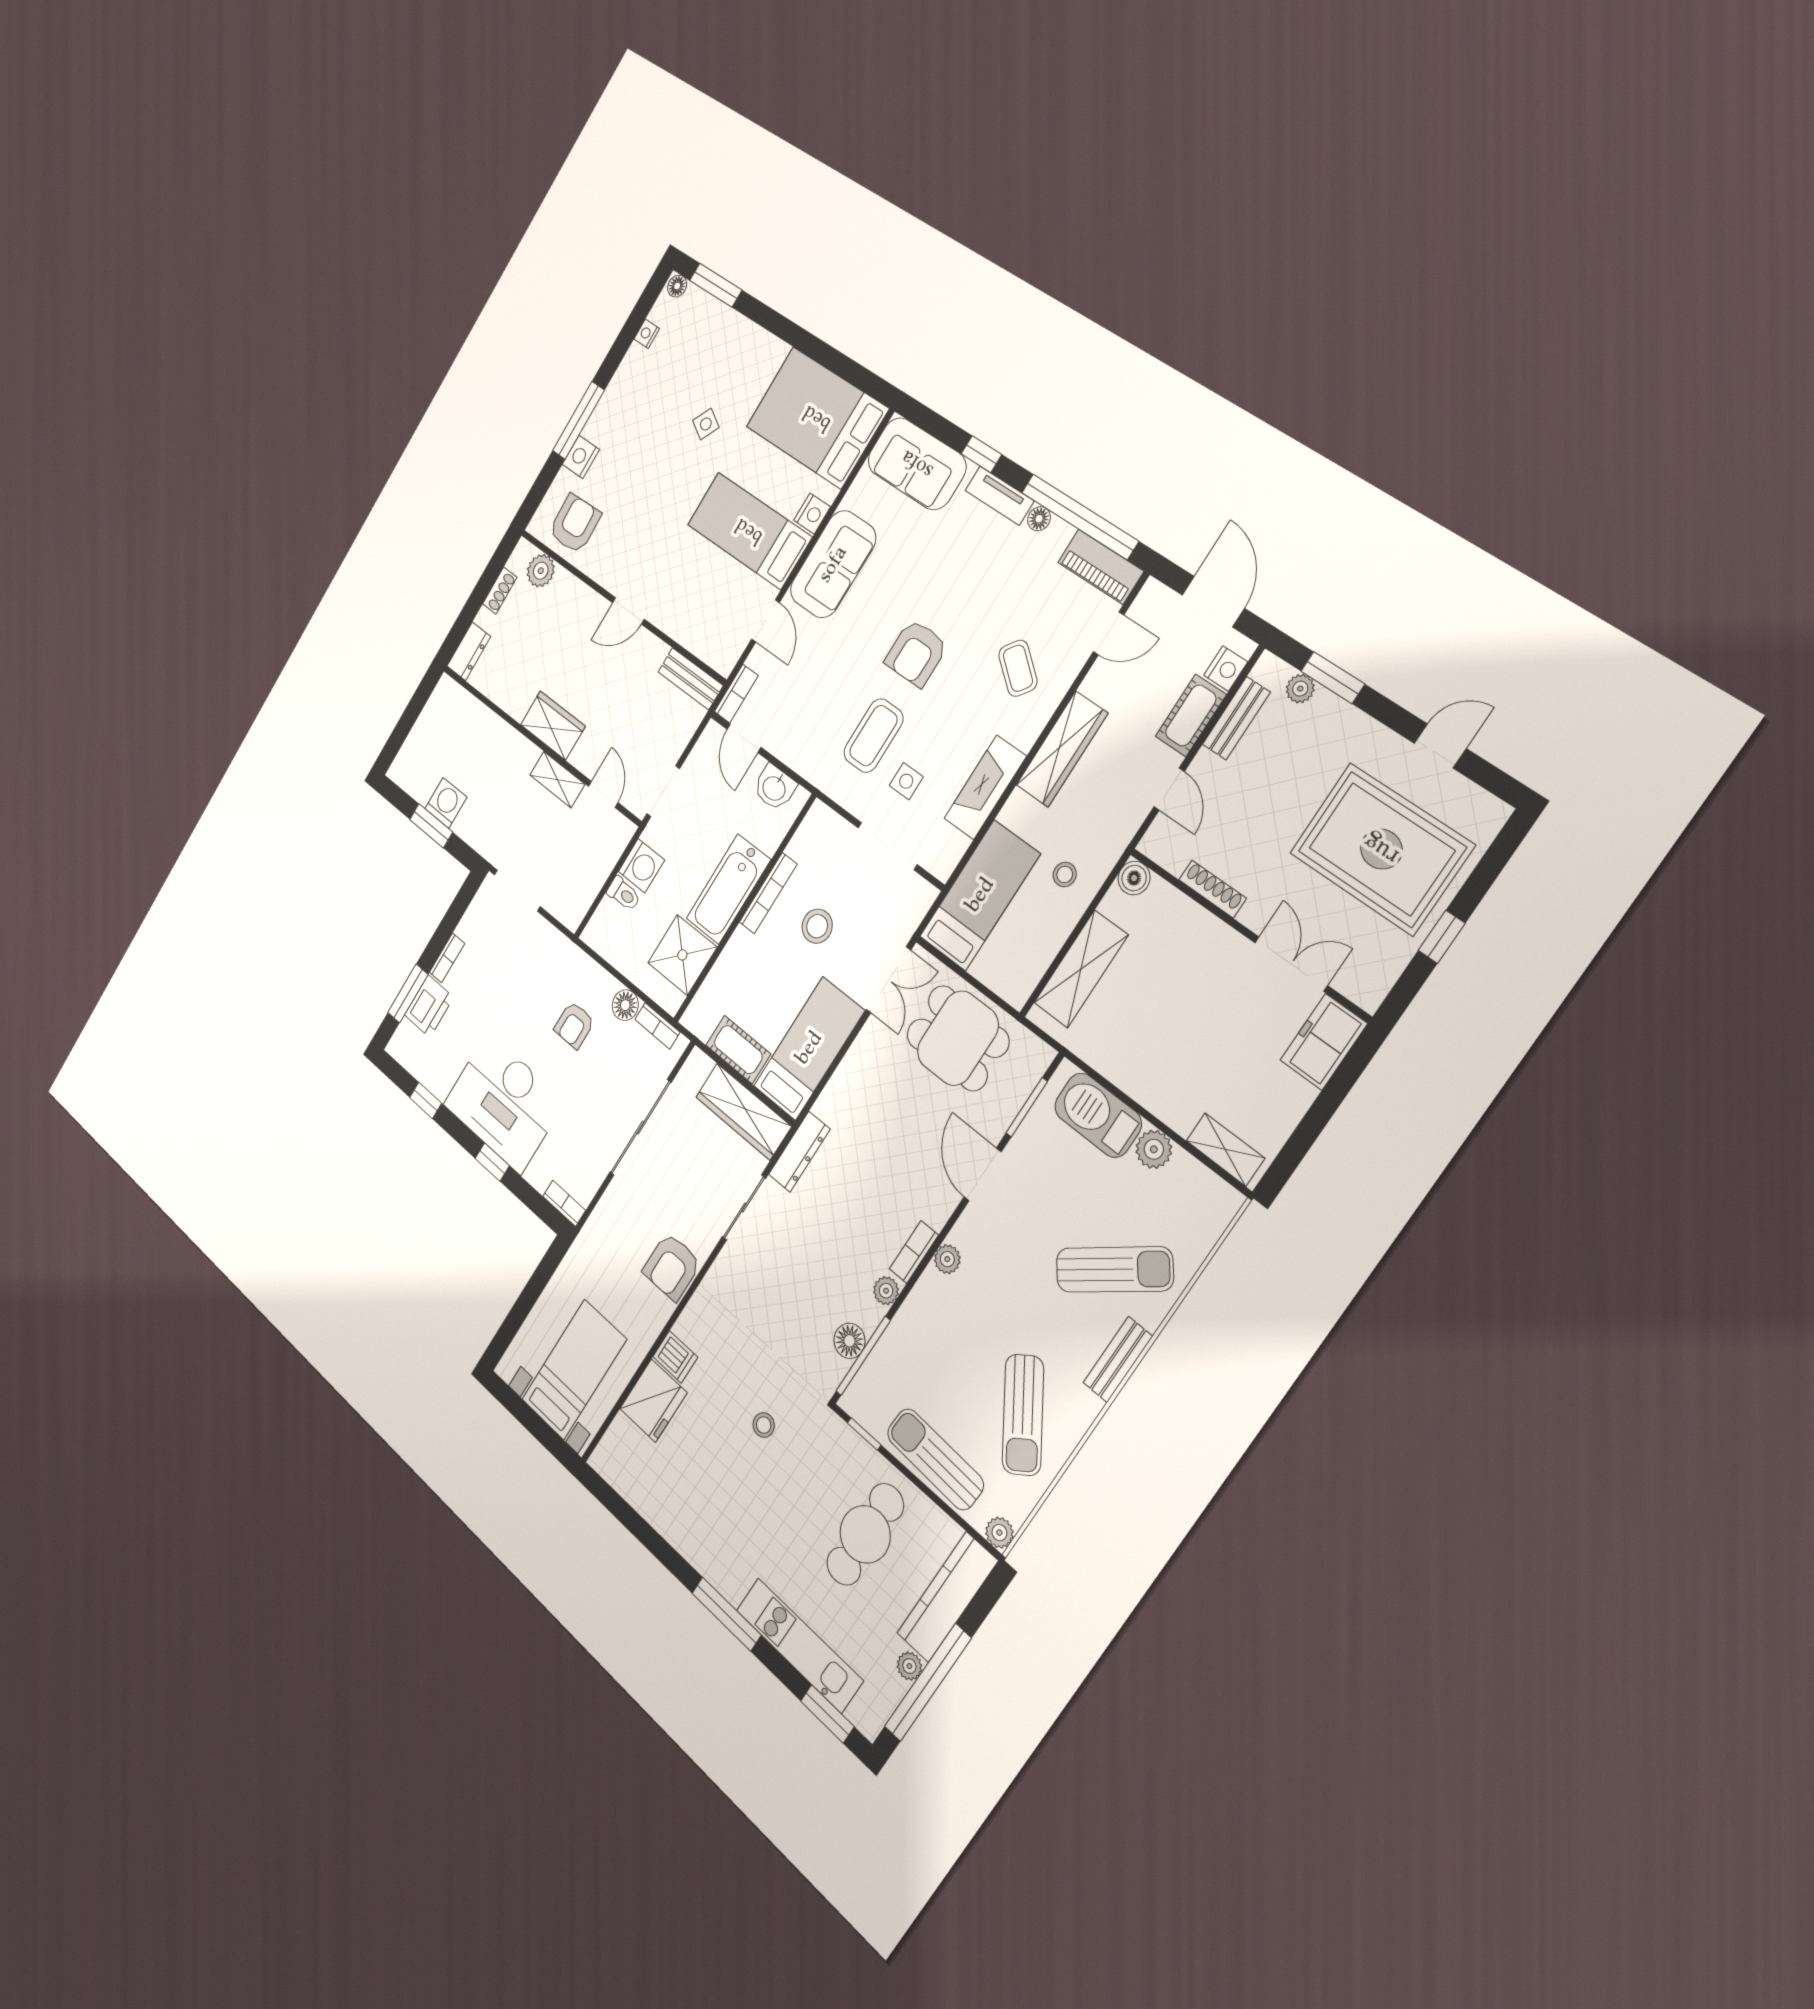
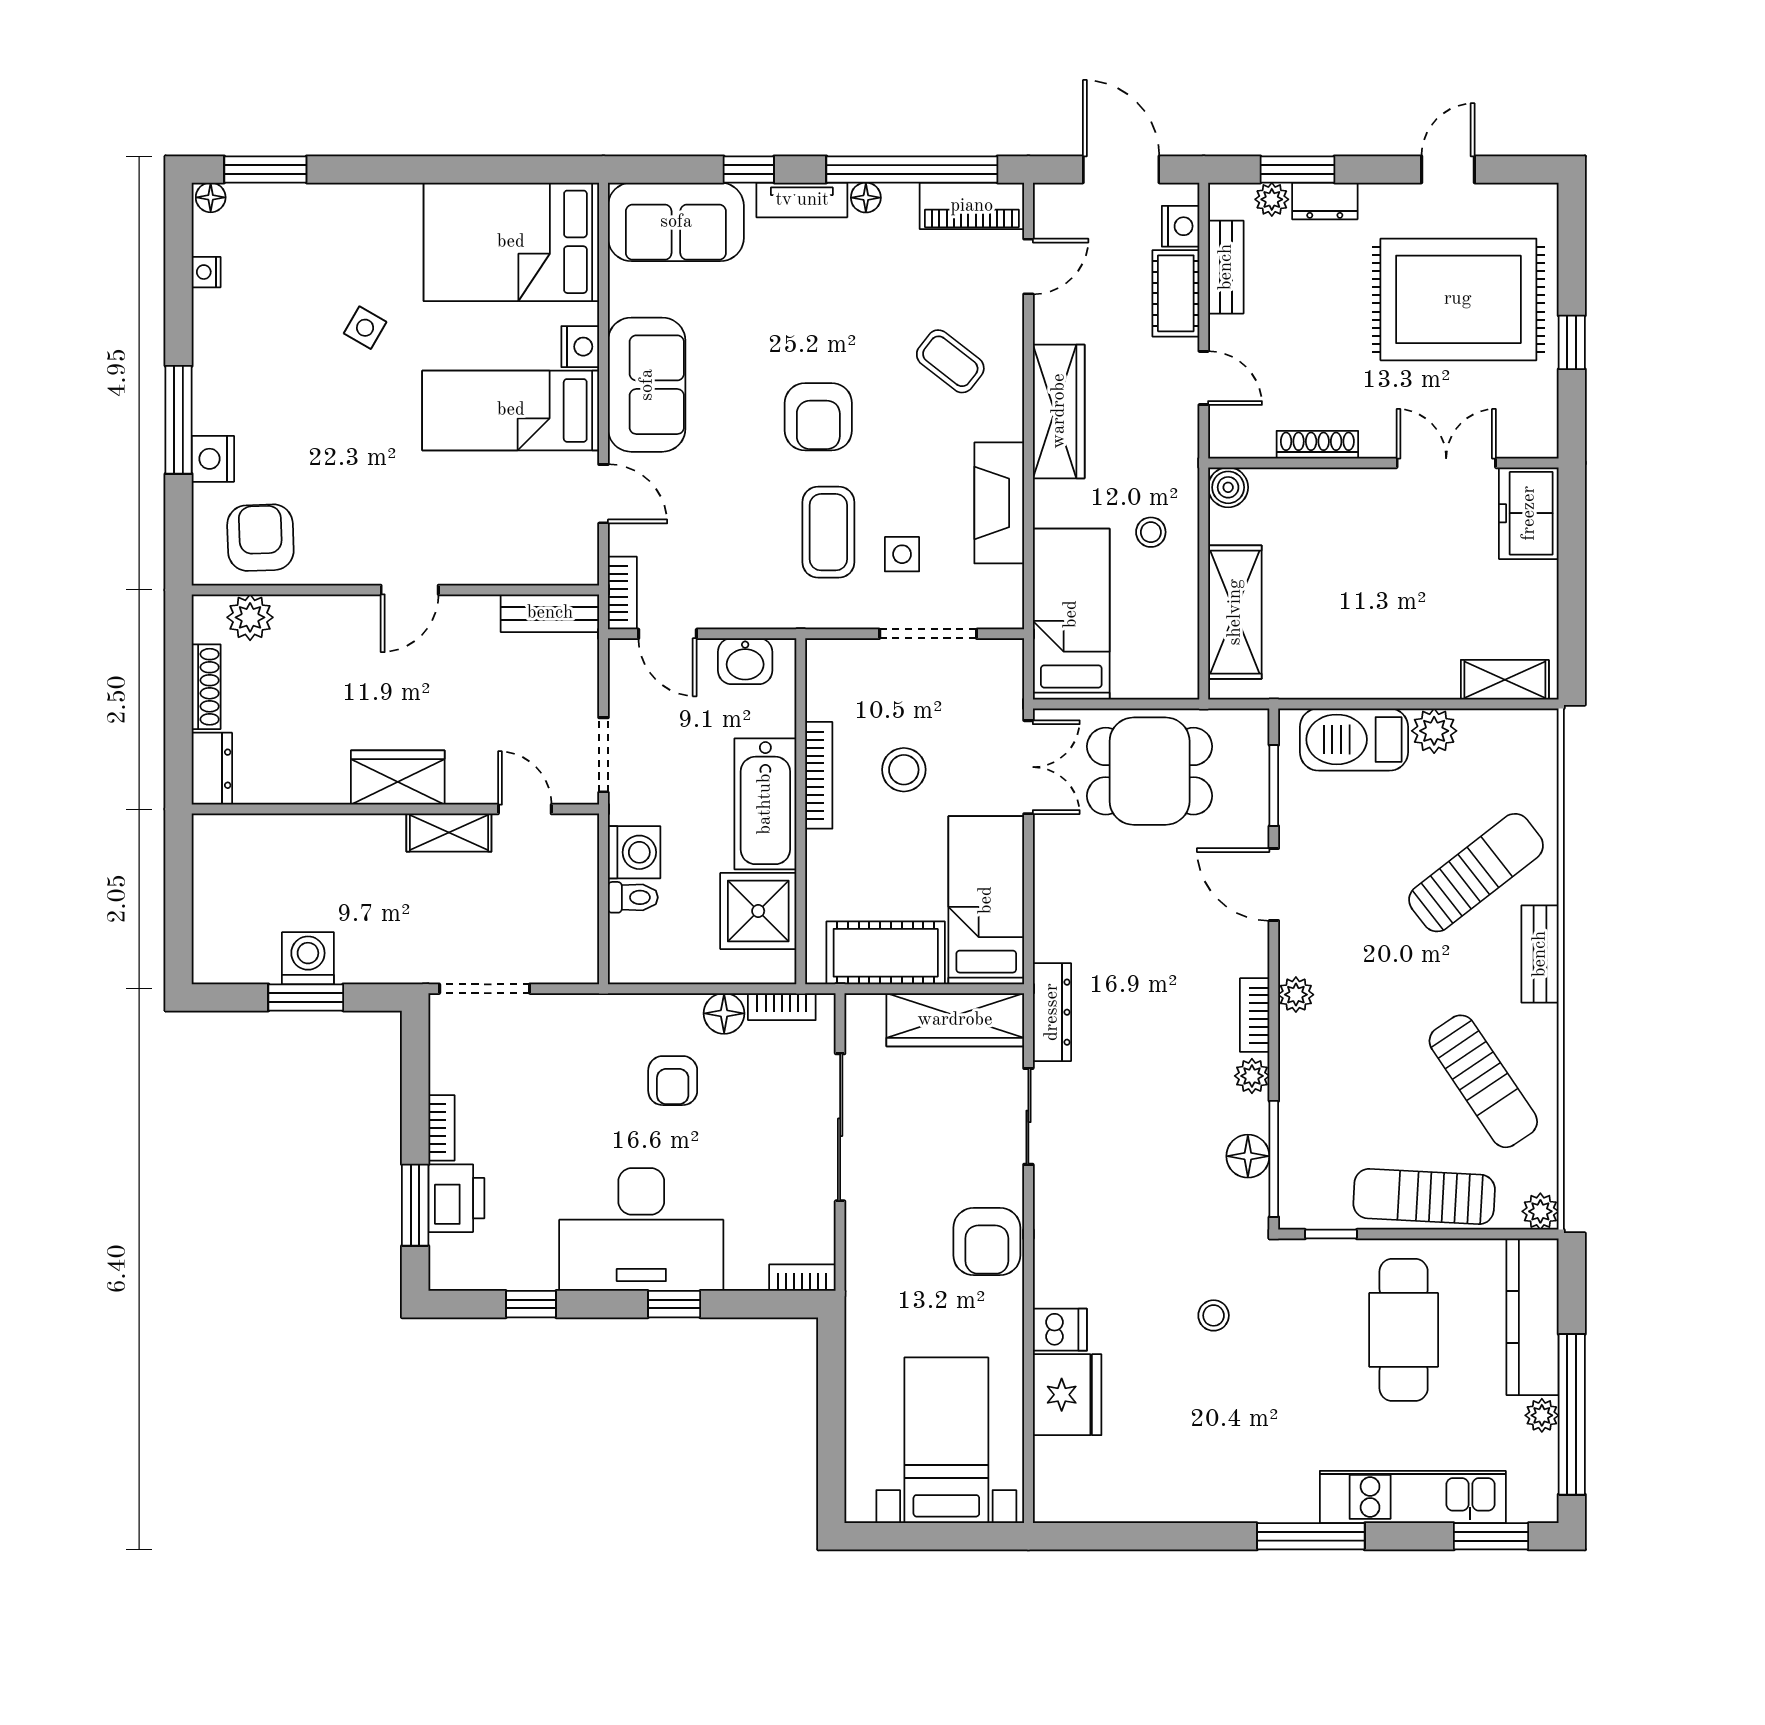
shoe rack: (500, 591) -> (206, 687), width x1.43
dresser: (1336, 713) -> (1325, 201), added
cot: (738, 1050) -> (886, 953), width x1.37, depth x1.34

